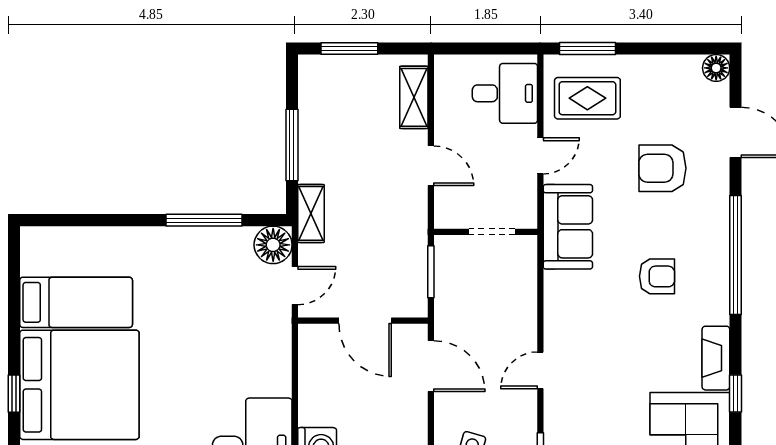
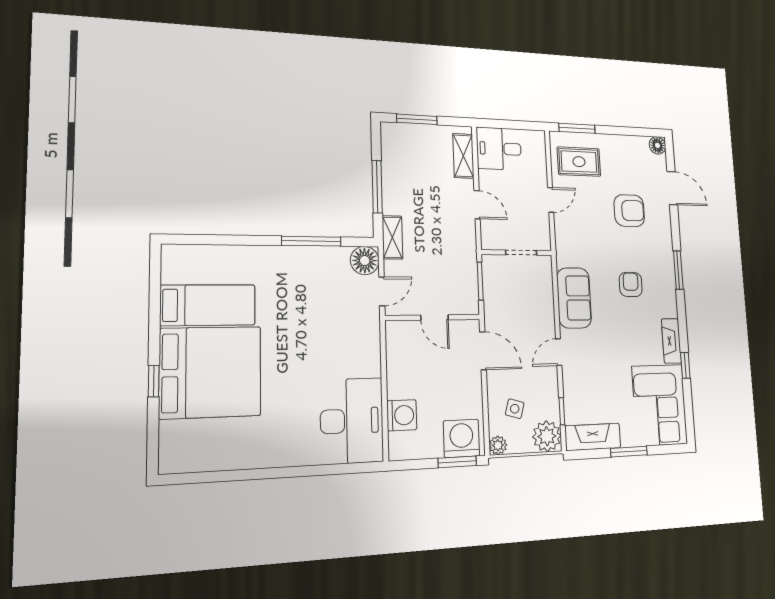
desk: (505, 93) -> (499, 149), moved, turned 180
armchair: (662, 168) -> (629, 211), turned 180
sofa: (568, 227) -> (574, 298), moved
window: (736, 255) -> (678, 270), width x0.47
armchair: (657, 276) -> (631, 285), turned -89
door: (365, 321) -> (435, 317), width x0.73

